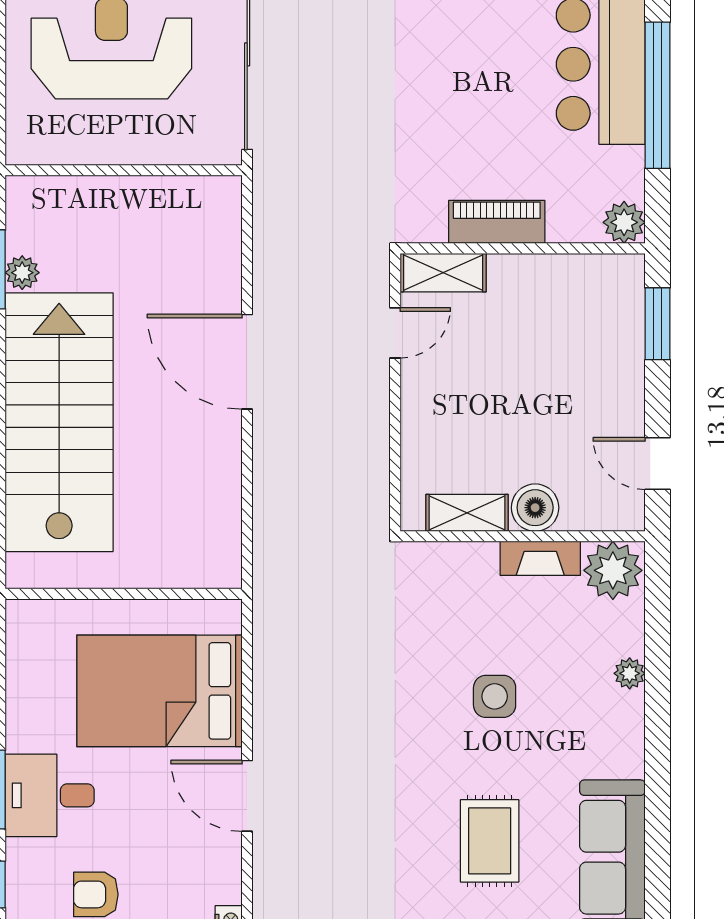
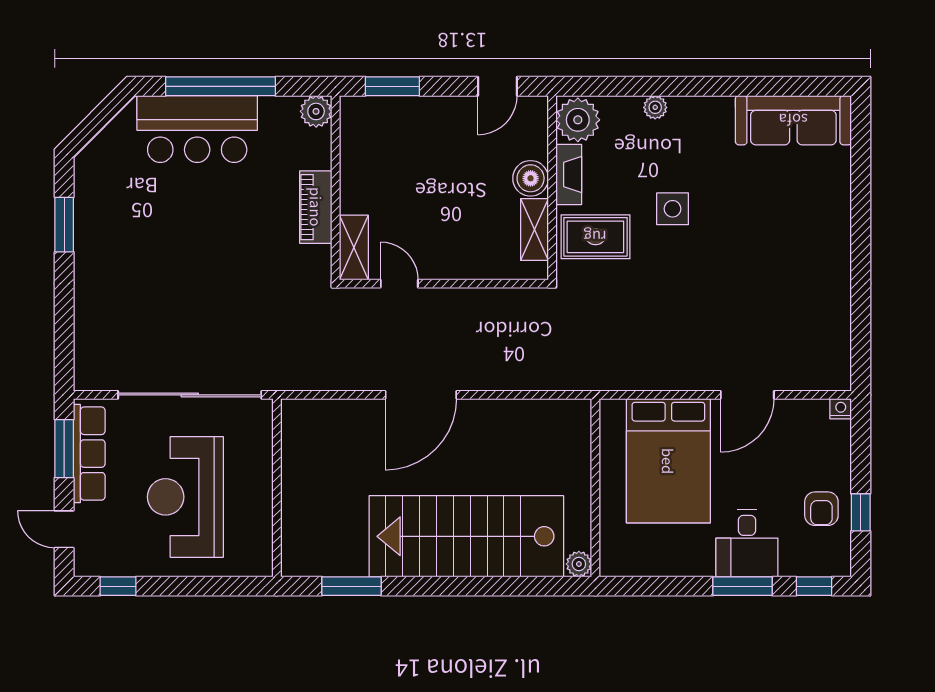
plant: (22, 273) -> (579, 564), moved
rug: (490, 841) -> (595, 237), moved

